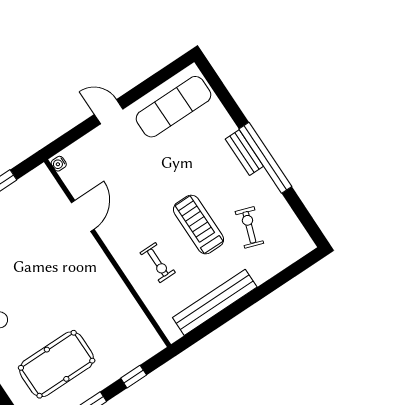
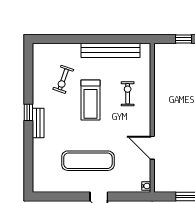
exercise mat: (174, 107) -> (88, 161), moved
window: (265, 158) -> (28, 112), width x0.32
door: (83, 216) -> (152, 148), hinge flipped

